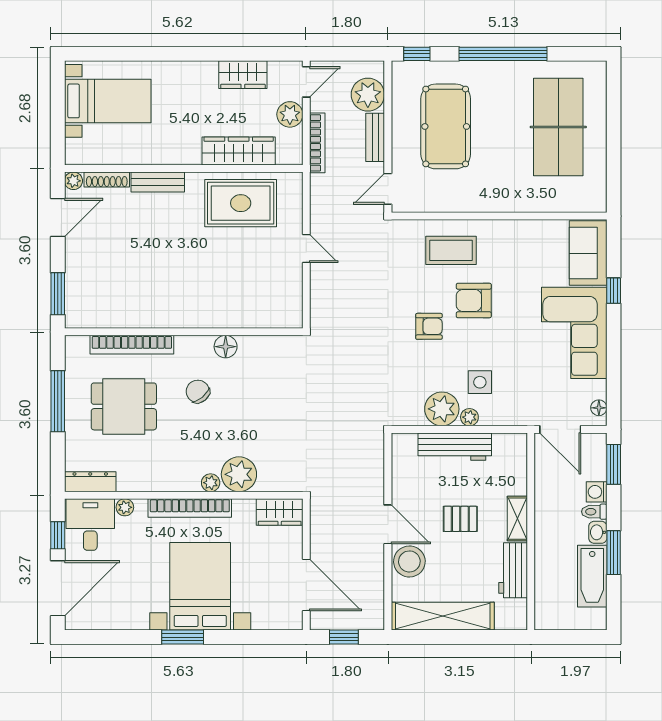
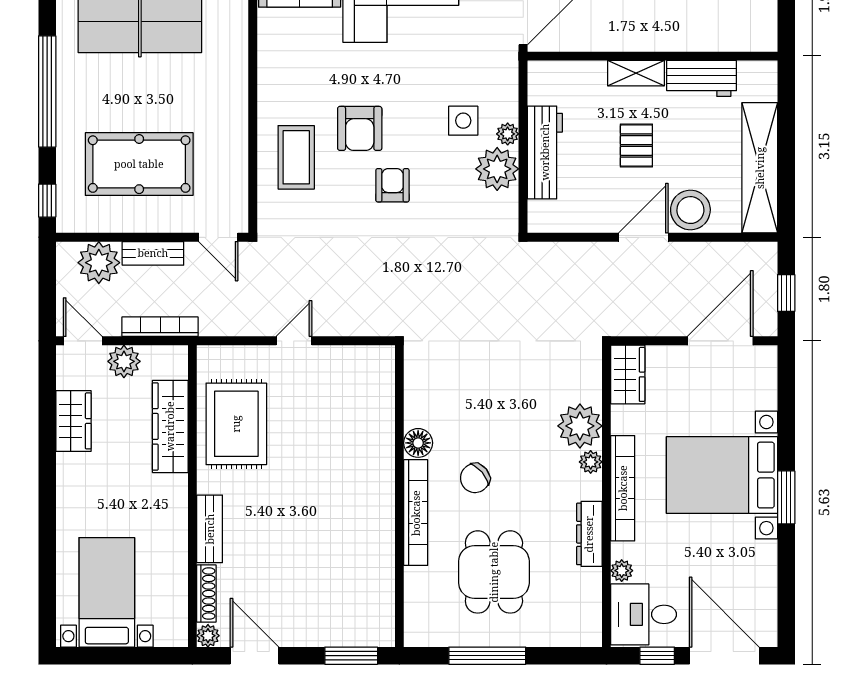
bookcase: (132, 345) -> (416, 513), moved
dresser: (90, 482) -> (589, 534), moved

